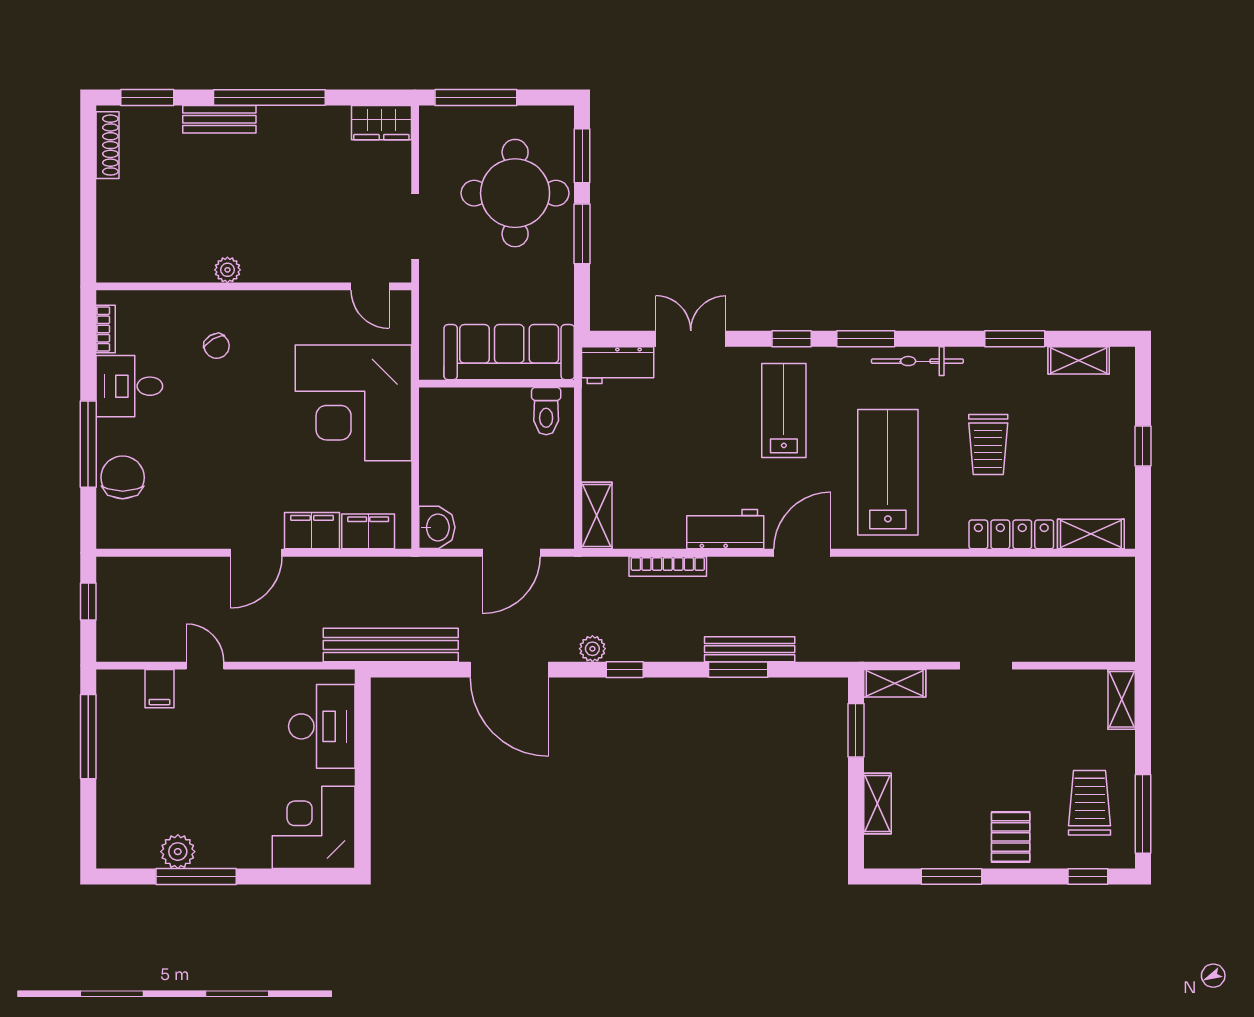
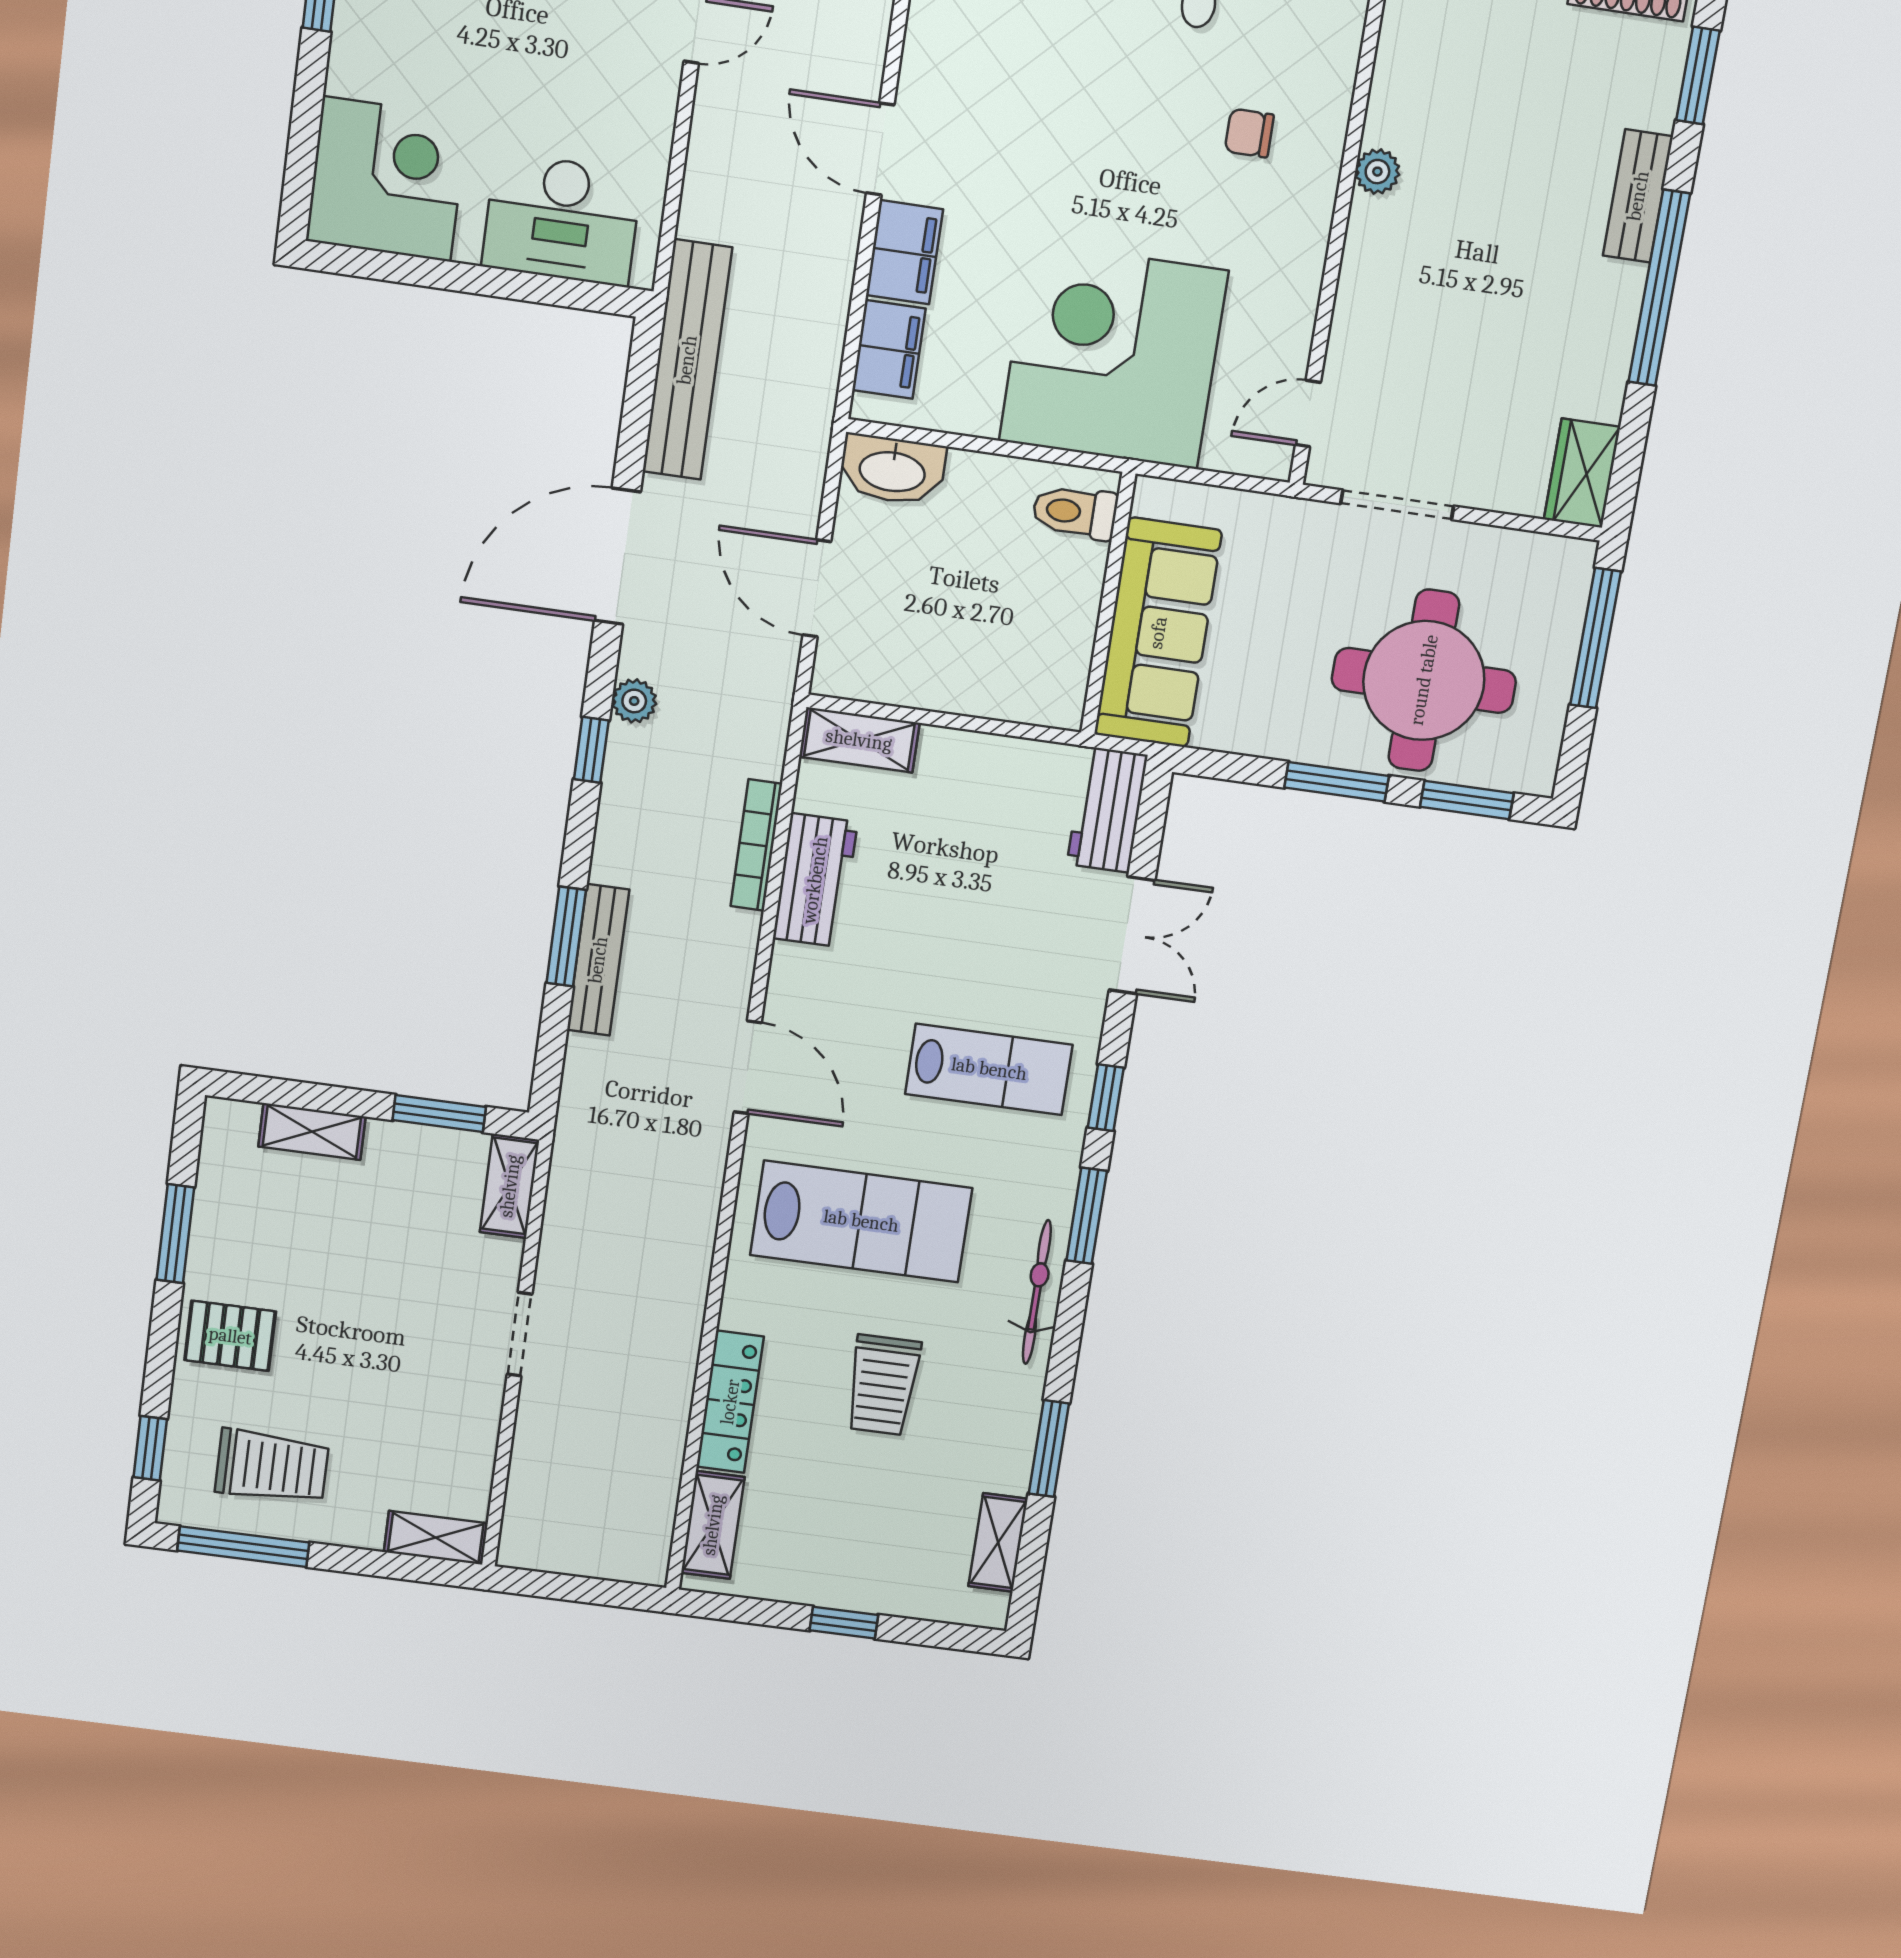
chair: (217, 346) -> (1249, 133), turned 31
toilet: (546, 411) -> (1075, 512), moved
trolley: (988, 445) -> (883, 1385), turned -90
washbasin: (437, 527) -> (892, 470), width x1.38
workbench: (725, 529) -> (815, 880), moved

